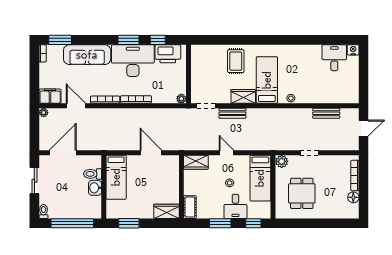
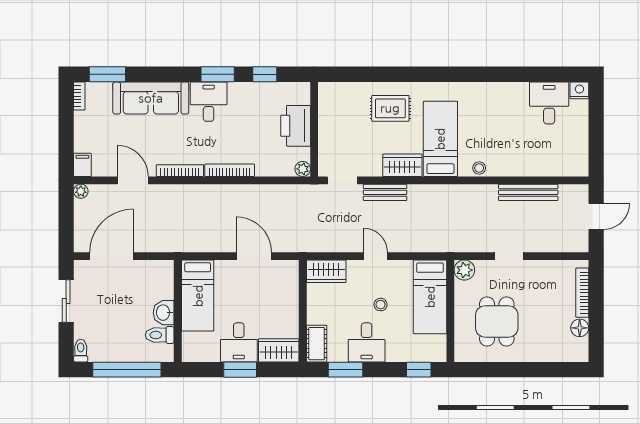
printer: (168, 54) -> (296, 126), moved, turned 90
desk: (133, 61) -> (209, 102), width x0.53, depth x0.77
rug: (236, 61) -> (390, 108), turned 90
filing cabinet: (50, 96) -> (82, 165), width x0.50
bench: (326, 113) -> (528, 192), width x1.36
toilet: (93, 174) -> (160, 335), moved
desk: (142, 206) -> (239, 342), added
desk: (235, 206) -> (367, 342), moved
window: (129, 223) -> (240, 370), moved
window: (220, 223) -> (345, 370), moved

